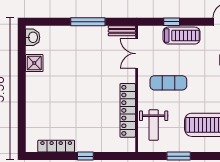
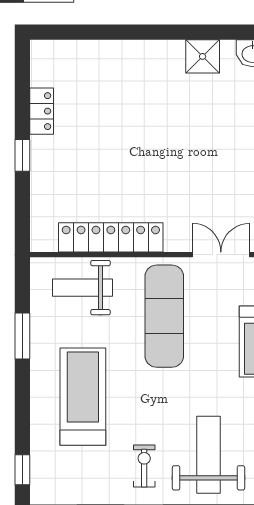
exercise mat: (168, 83) -> (164, 316), width x1.36, depth x1.45
locker: (56, 146) -> (42, 111), width x0.66

